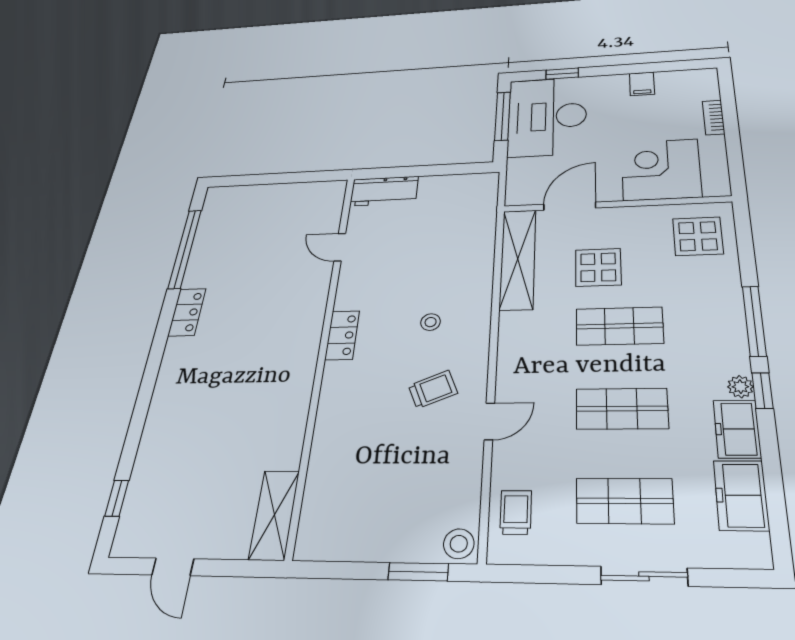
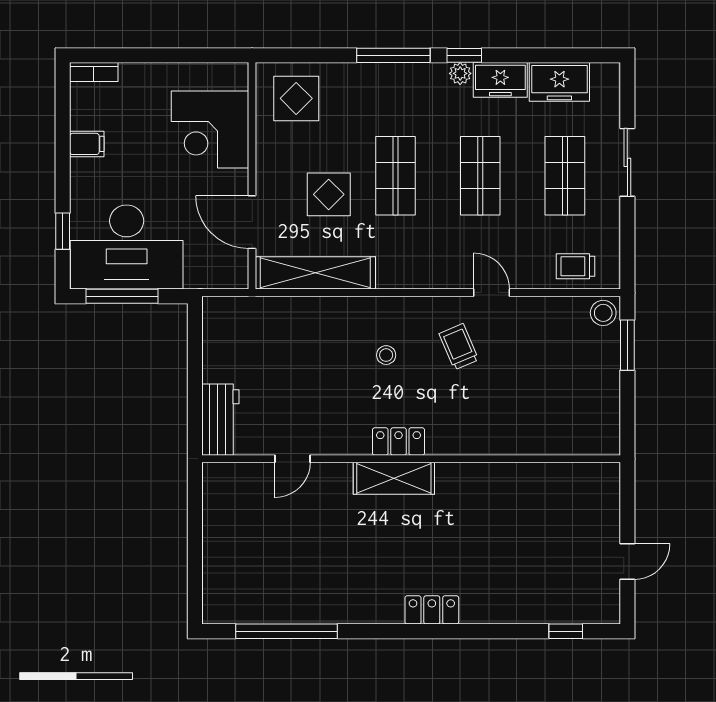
bookcase: (713, 117) -> (94, 72), moved
locker: (187, 312) -> (432, 610), moved
shelving: (274, 515) -> (394, 478), moved

